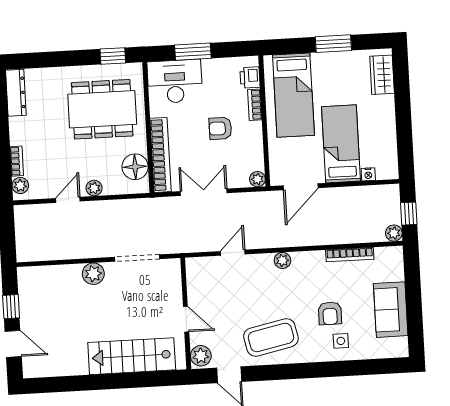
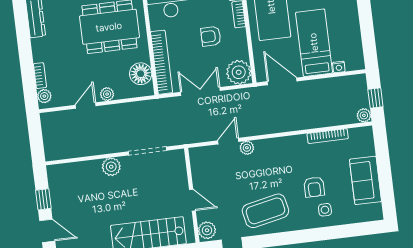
plant: (257, 179) -> (239, 72), width x1.87, depth x1.87
door: (301, 187) -> (282, 81), swing flipped
plant: (282, 260) -> (247, 148), moved

